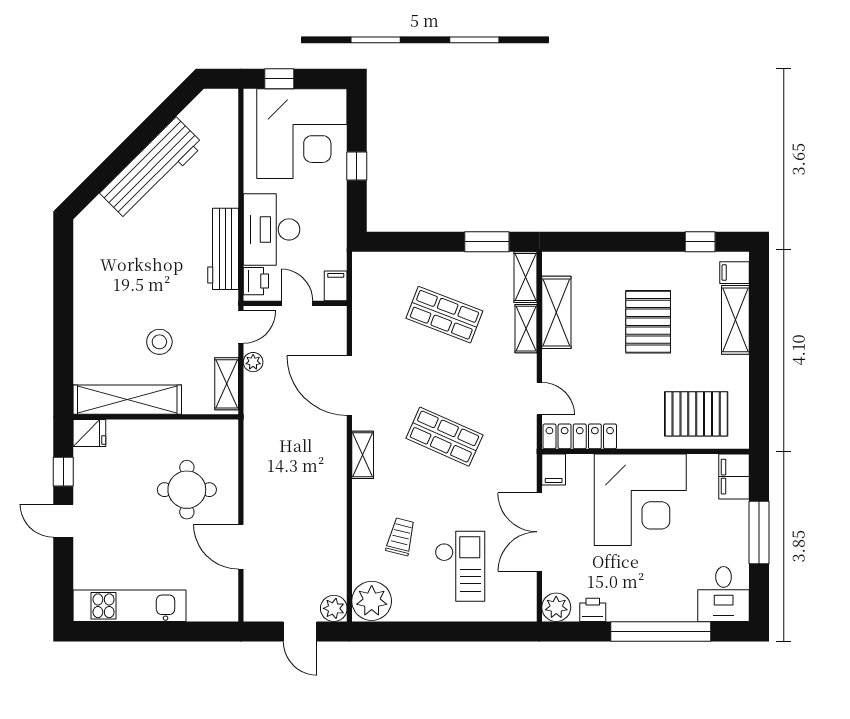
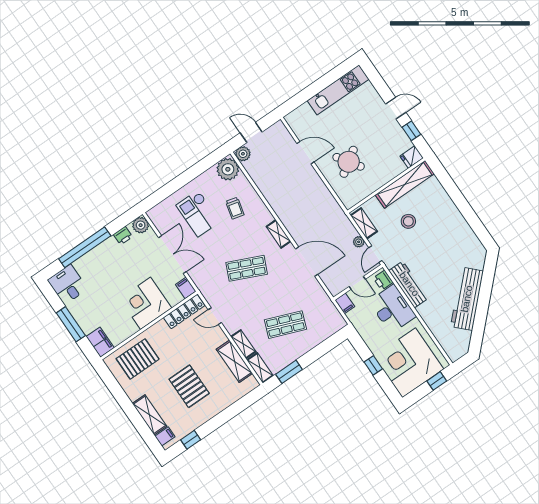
round table: (187, 490) -> (349, 162), turned -34
corner desk: (640, 500) -> (146, 303), width x0.74, depth x0.74

